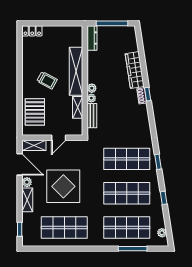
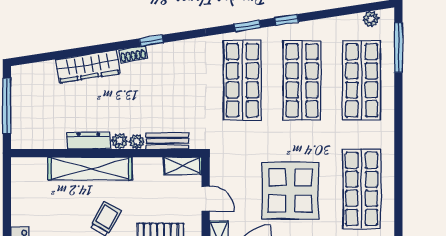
dresser: (92, 38) -> (89, 141), moved
window: (148, 94) -> (151, 41), moved
shelving: (78, 107) -> (182, 166), moved
window: (164, 198) -> (287, 20), moved
window: (133, 249) -> (398, 48), moved

